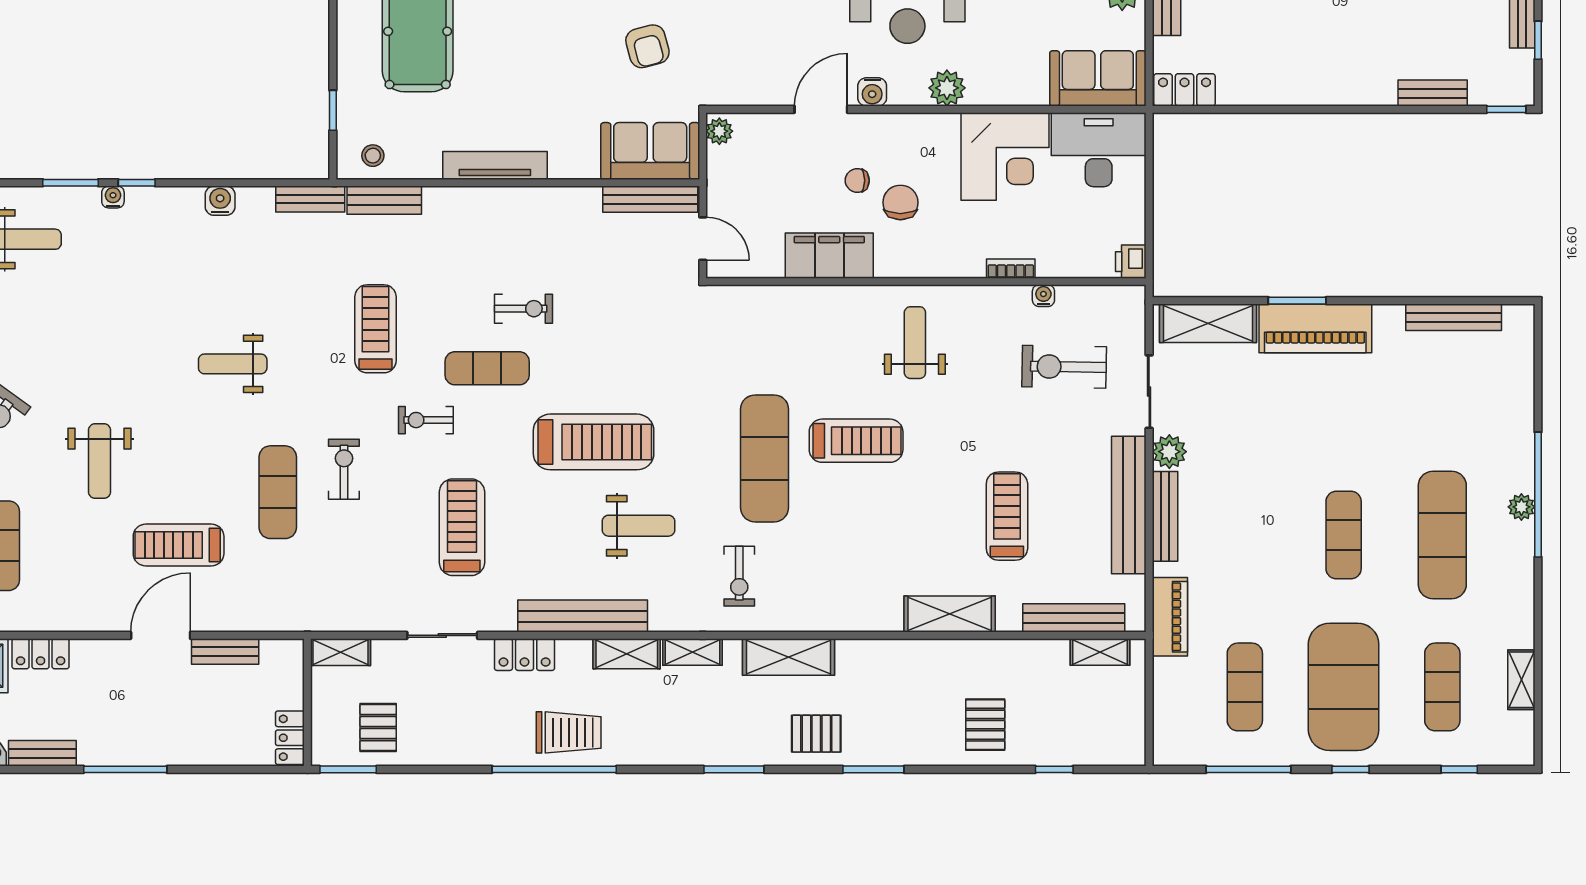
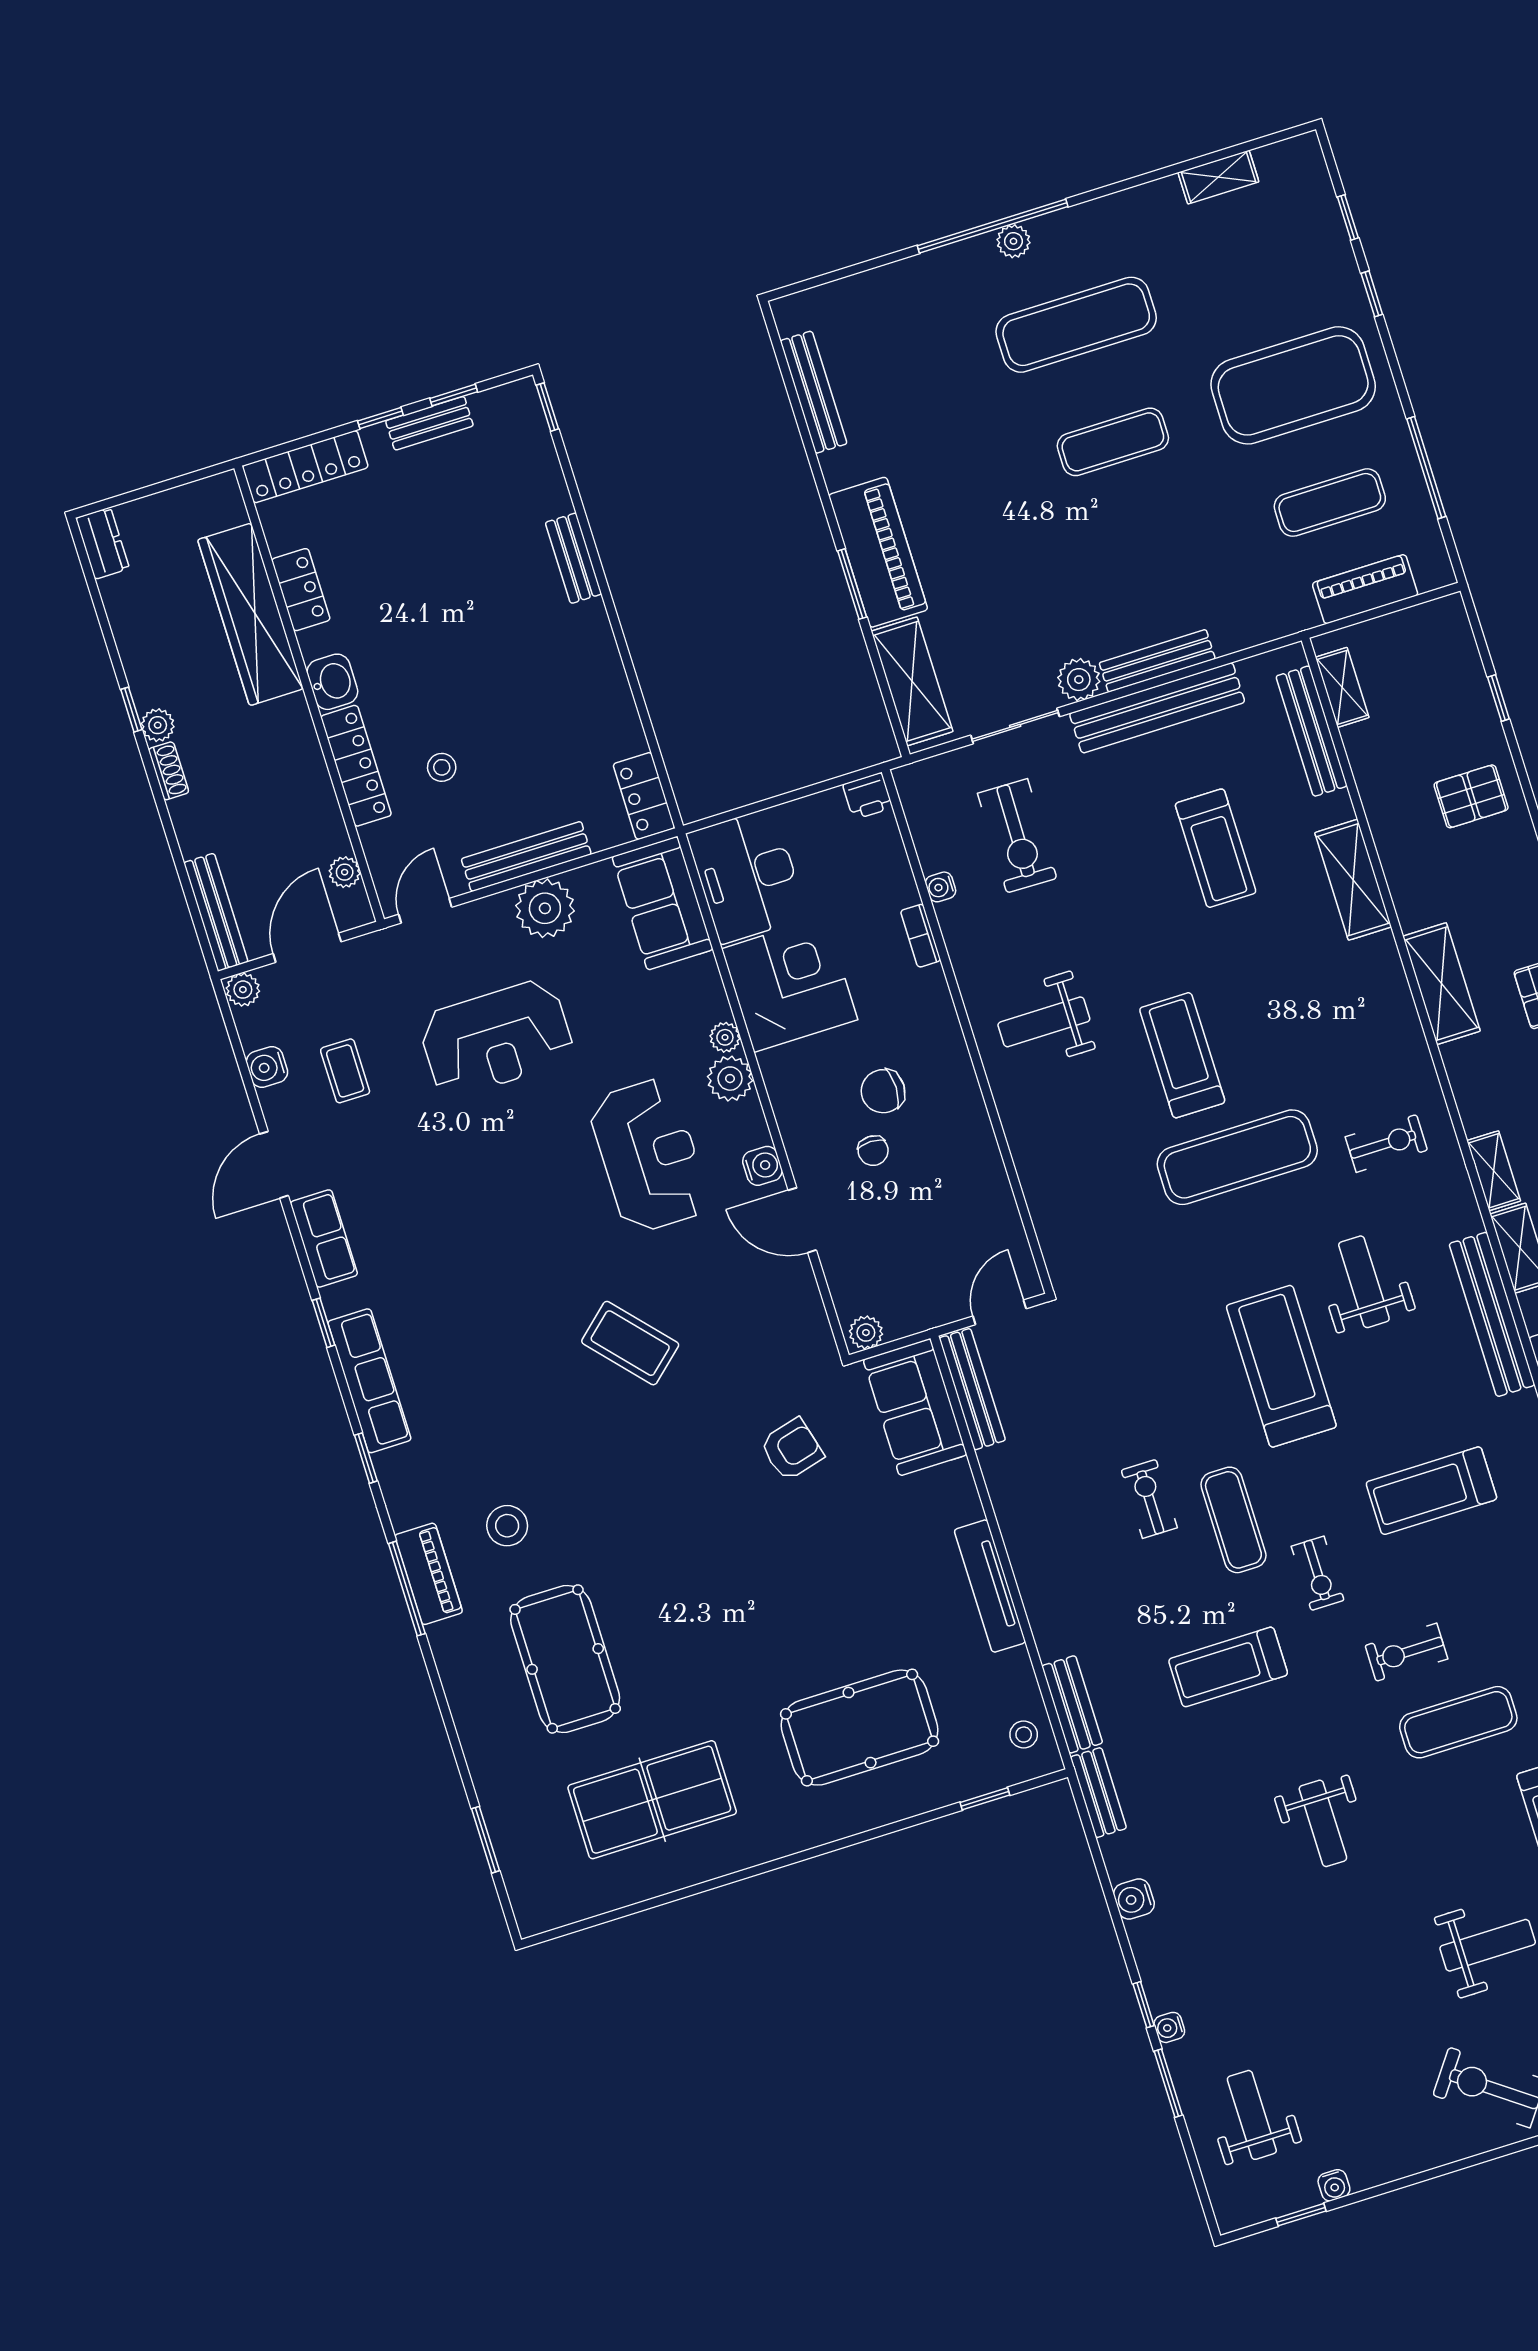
bench: (1433, 93) -> (574, 558), moved
plant: (980, 94) -> (725, 1037), added
filing cabinet: (829, 256) -> (973, 1156), removed
treadmill: (1007, 516) -> (1216, 848), turned -90
piano: (1170, 617) -> (1365, 589), moved
shelving: (788, 657) -> (1442, 984), moved
exercise mat: (1442, 687) -> (1256, 268), removed
window: (1351, 769) -> (1372, 294), moved

